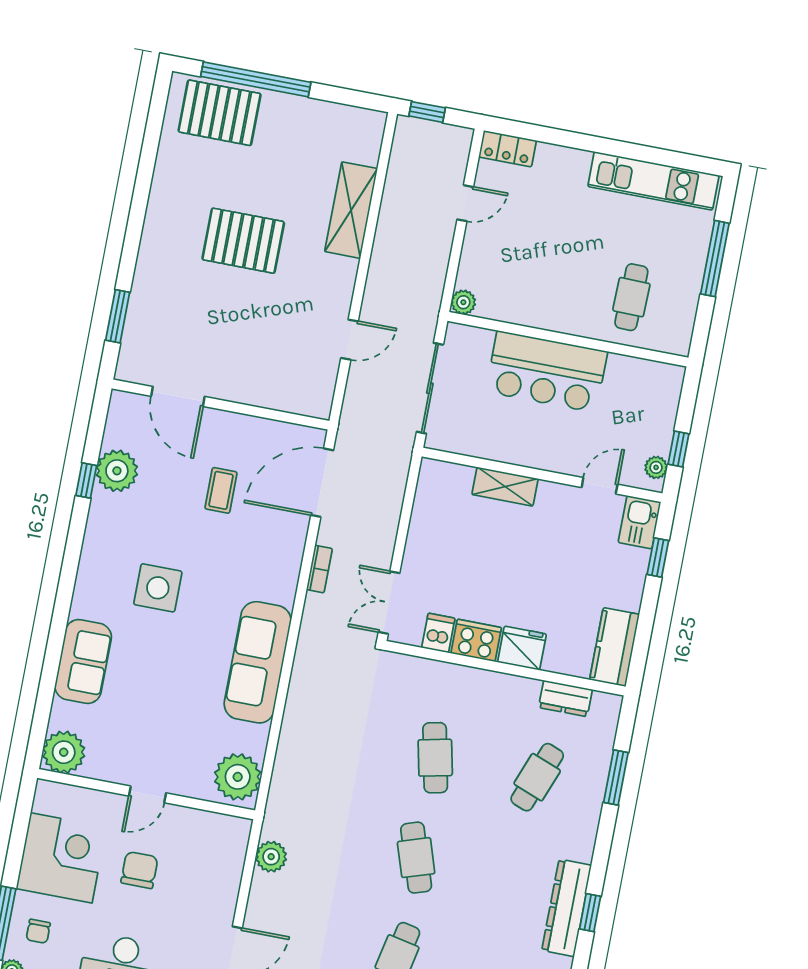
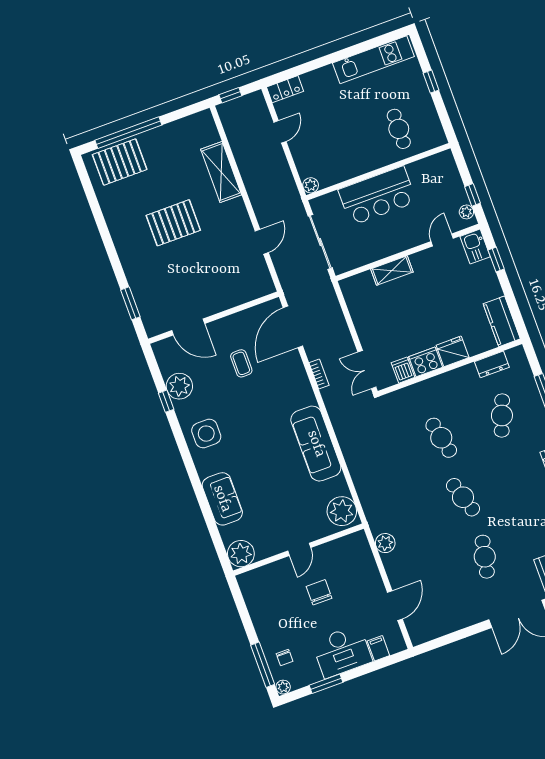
window: (715, 259) -> (431, 82), width x0.46
side table: (158, 588) -> (206, 434), moved
corner desk: (61, 858) -> (273, 611), removed

